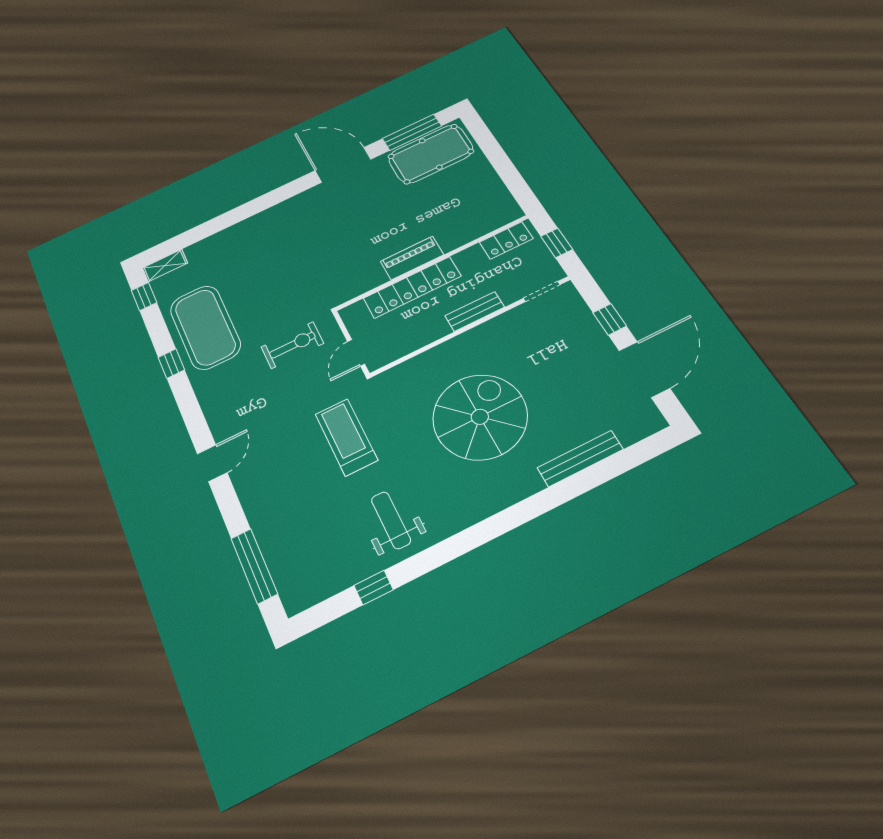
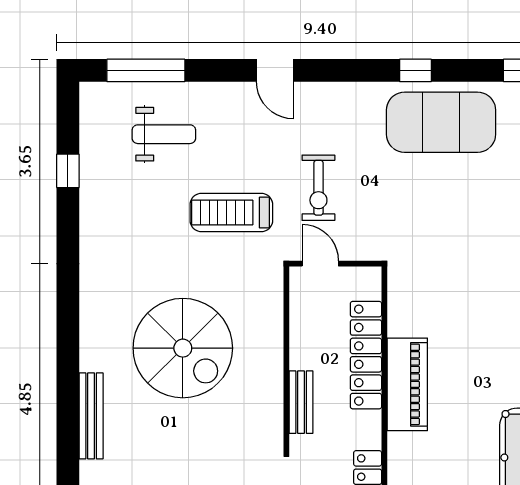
piano: (412, 258) -> (407, 384), width x1.37, depth x1.33
exercise bike: (292, 345) -> (318, 188), moved
treadmill: (346, 437) -> (231, 213), turned 180
weight bench: (391, 520) -> (164, 134), moved

